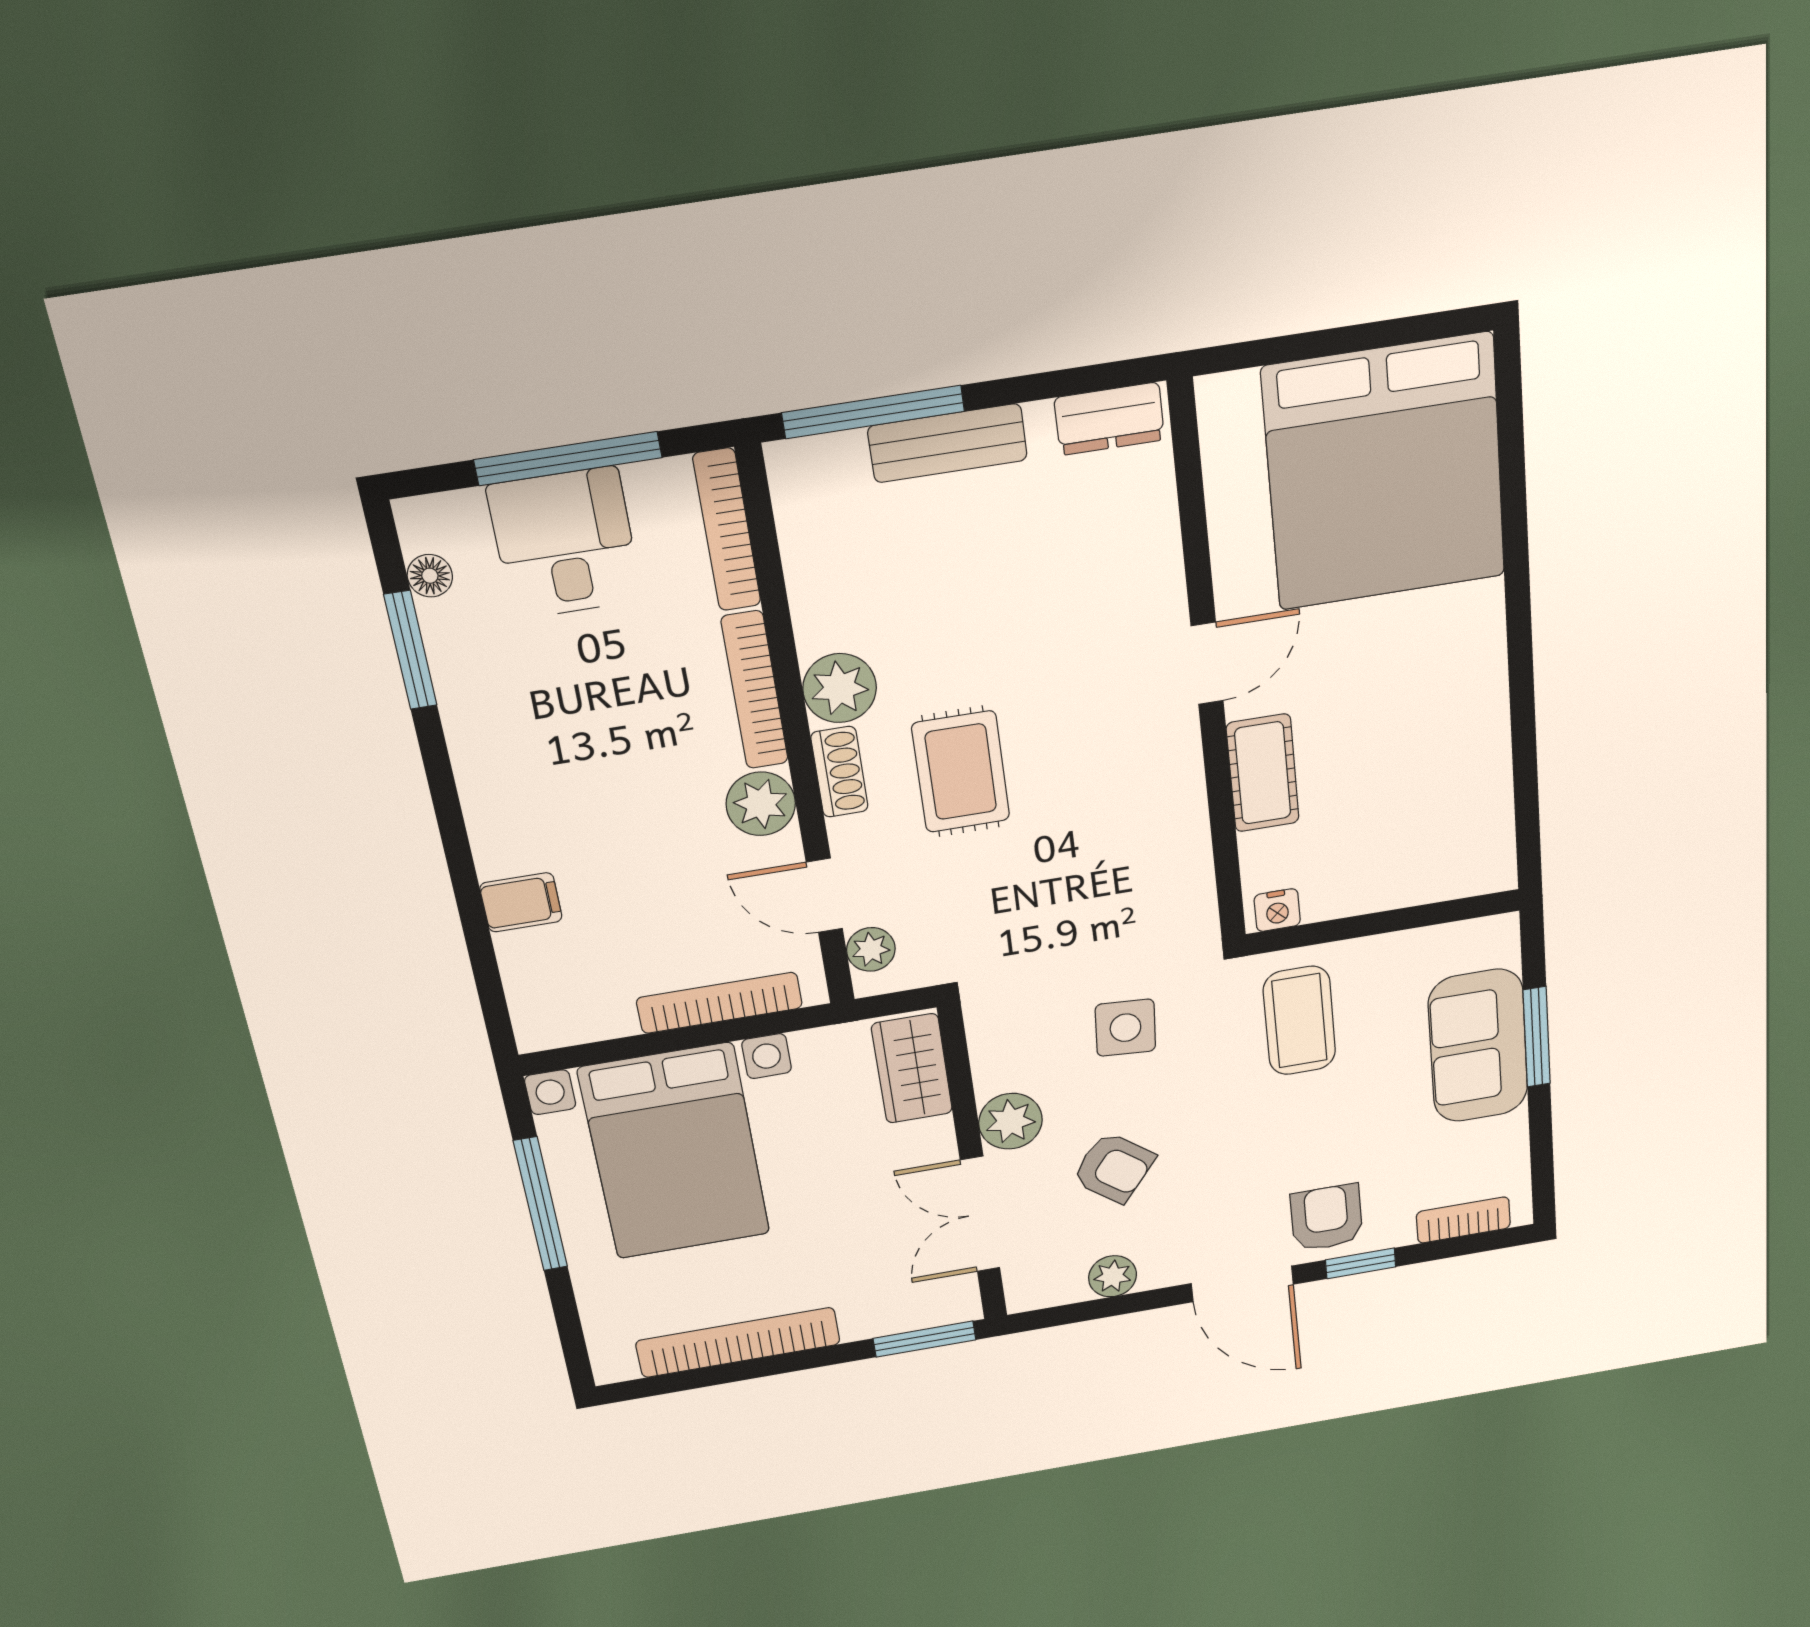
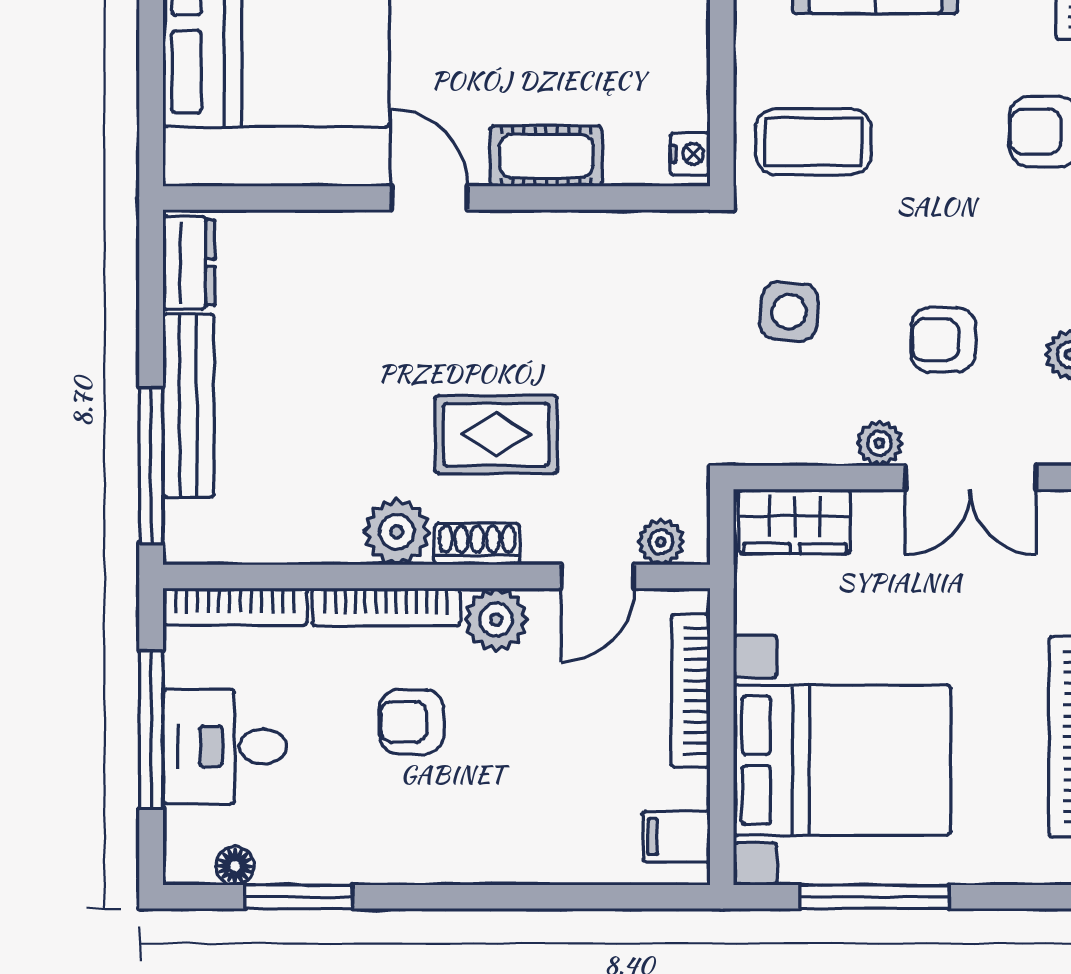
bench: (948, 443) -> (188, 406), width x1.36
armchair: (633, 737) -> (412, 722), added
filing cabinet: (521, 902) -> (676, 837), moved, turned -90
plant: (1010, 1121) -> (880, 443), width x0.73, depth x0.73
armchair: (1114, 1168) -> (943, 340), turned -128

